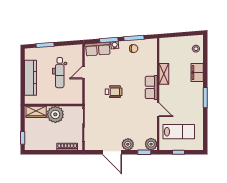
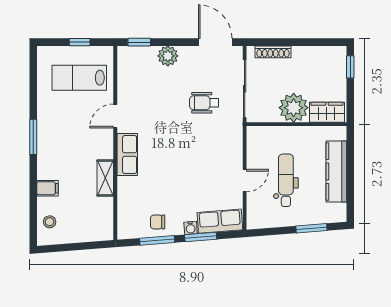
filing cabinet: (197, 73) -> (47, 188), width x0.50
wheelchair: (114, 92) -> (204, 103), moved
door: (158, 110) -> (115, 116), hinge flipped
plant: (151, 144) -> (127, 56), removed
door: (112, 152) -> (215, 42), moved

